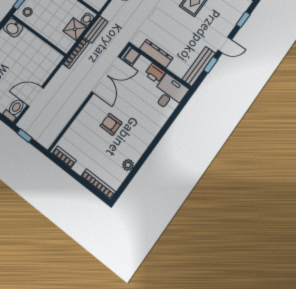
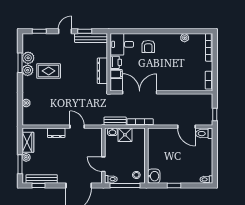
door: (225, 45) -> (65, 31), hinge flipped
filing cabinet: (131, 57) -> (116, 74), moved
armchair: (111, 124) -> (148, 46), moved

